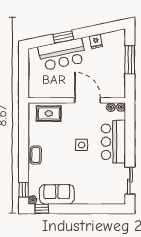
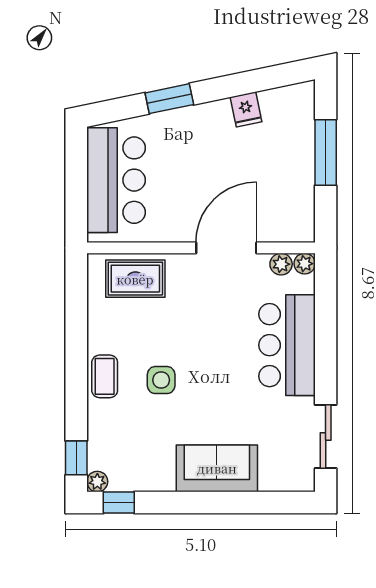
bar counter: (62, 54) -> (116, 180), moved, turned -78
door: (87, 100) -> (226, 248), hinge flipped
side table: (82, 145) -> (161, 380), moved
sofa: (57, 194) -> (217, 468), moved

